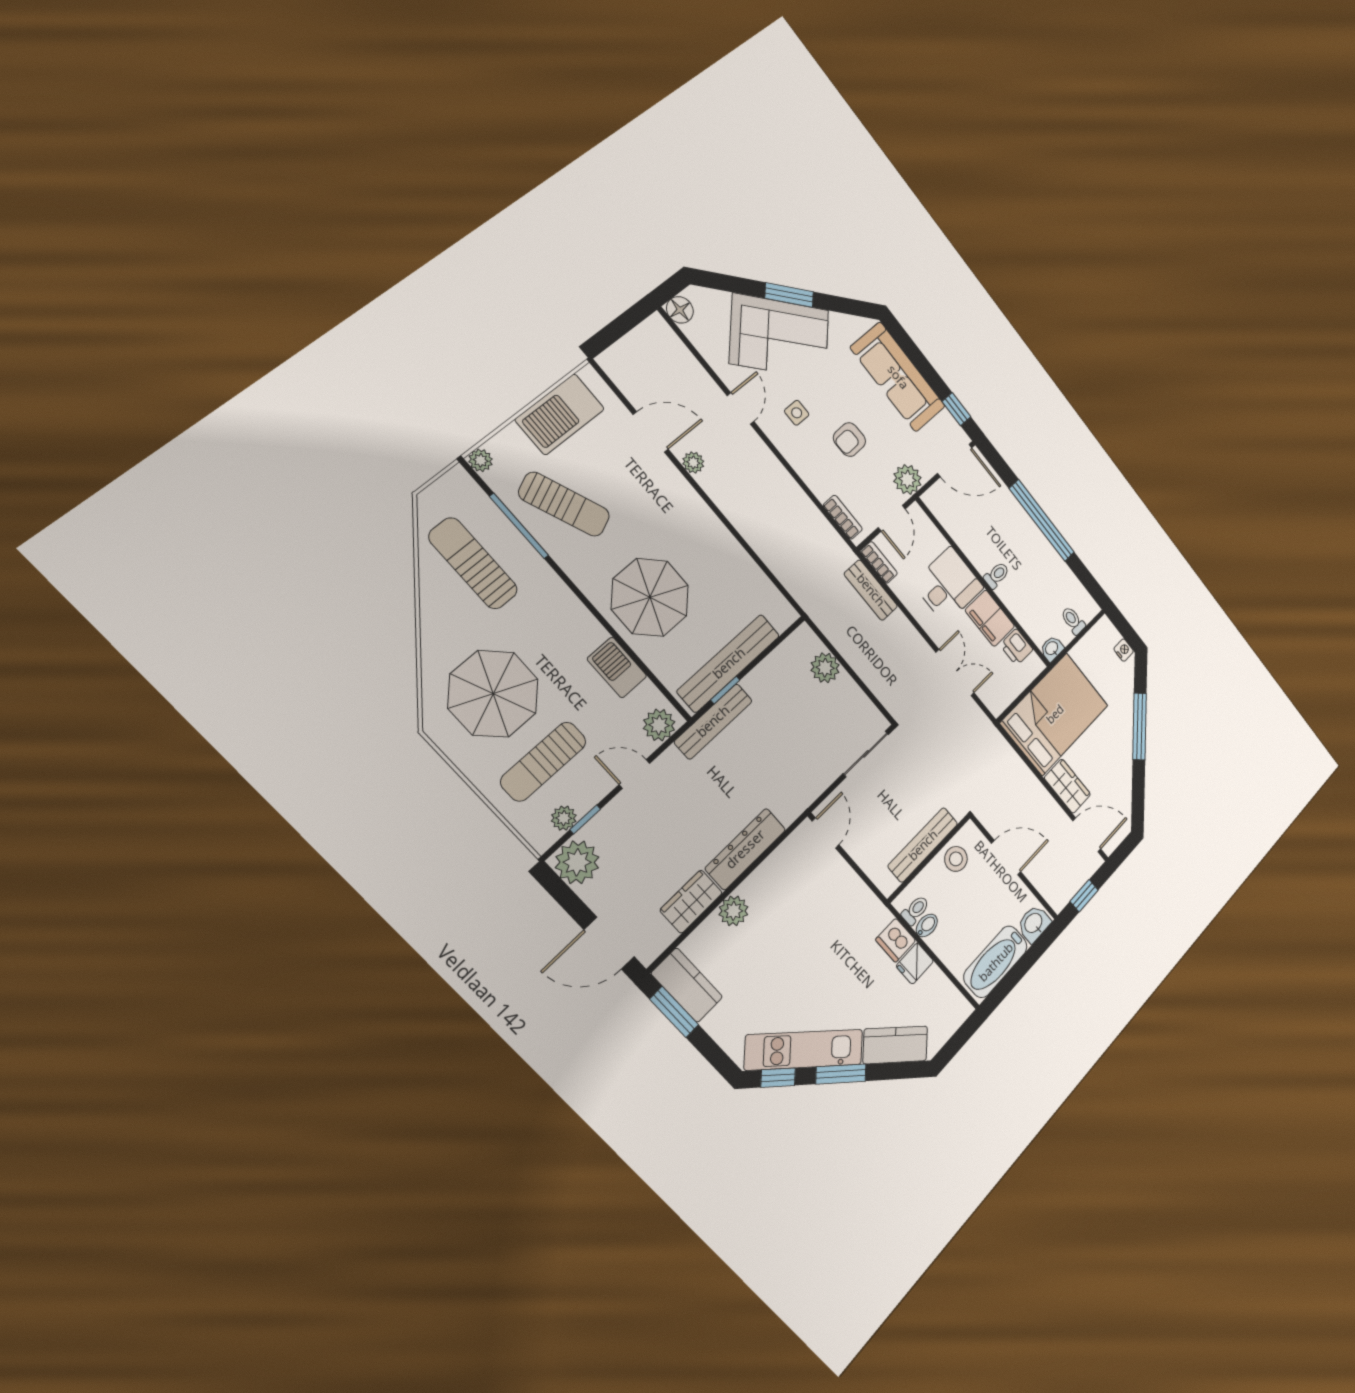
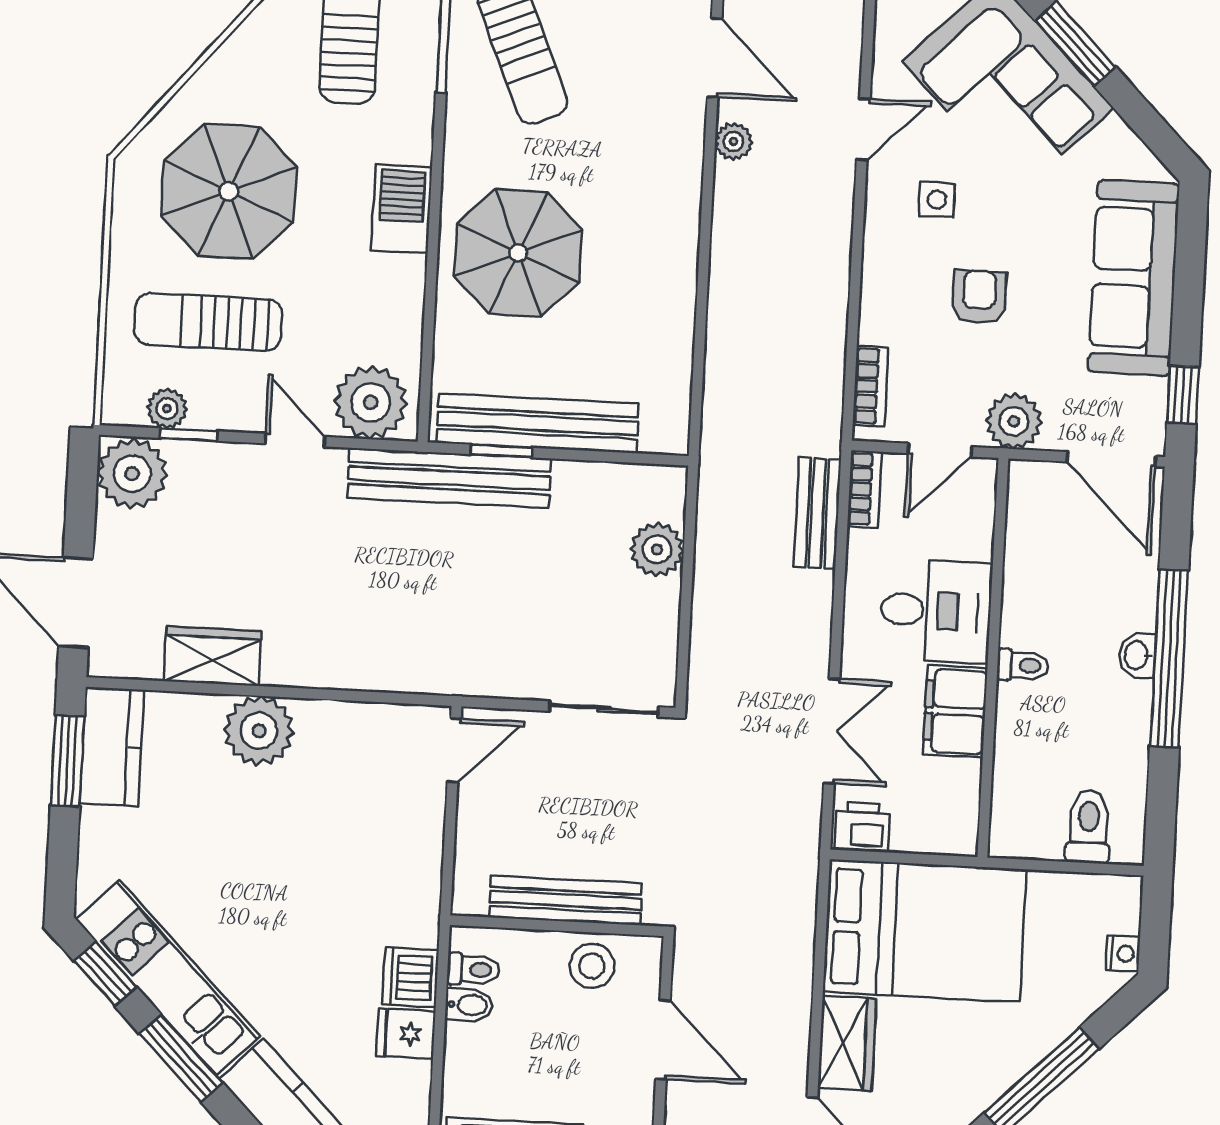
armchair: (849, 440) -> (979, 297), turned 92
toilet: (1073, 621) -> (1088, 827), width x1.37, depth x1.39
printer: (1017, 647) -> (862, 827), moved, turned 90
washbasin: (1052, 649) -> (1137, 655), moved, turned -90
barbecue: (617, 667) -> (402, 209), moved
bench: (713, 721) -> (449, 478), width x1.37, depth x1.21
plant: (659, 725) -> (371, 402), width x1.36, depth x1.36
dresser: (745, 849) -> (337, 664), removed
plant: (734, 911) -> (259, 731), width x1.36, depth x1.36

